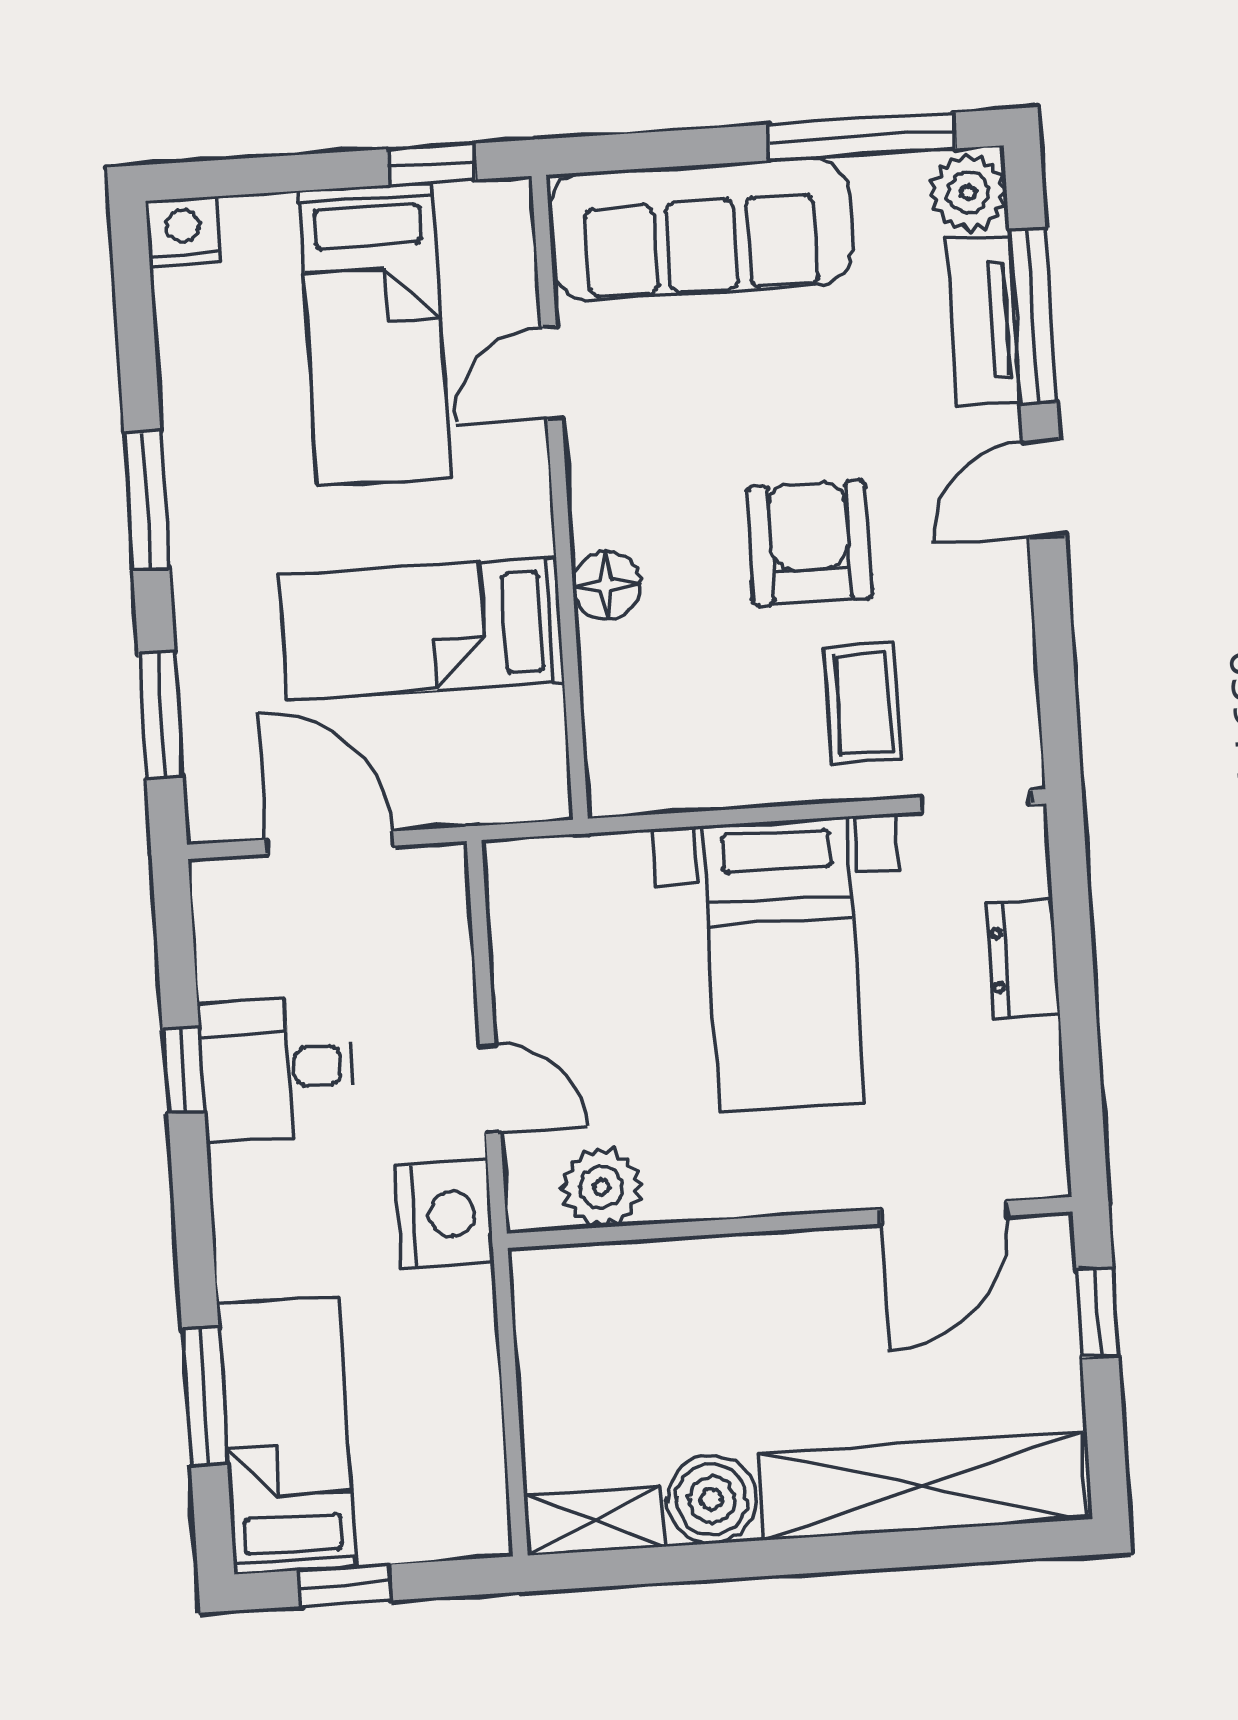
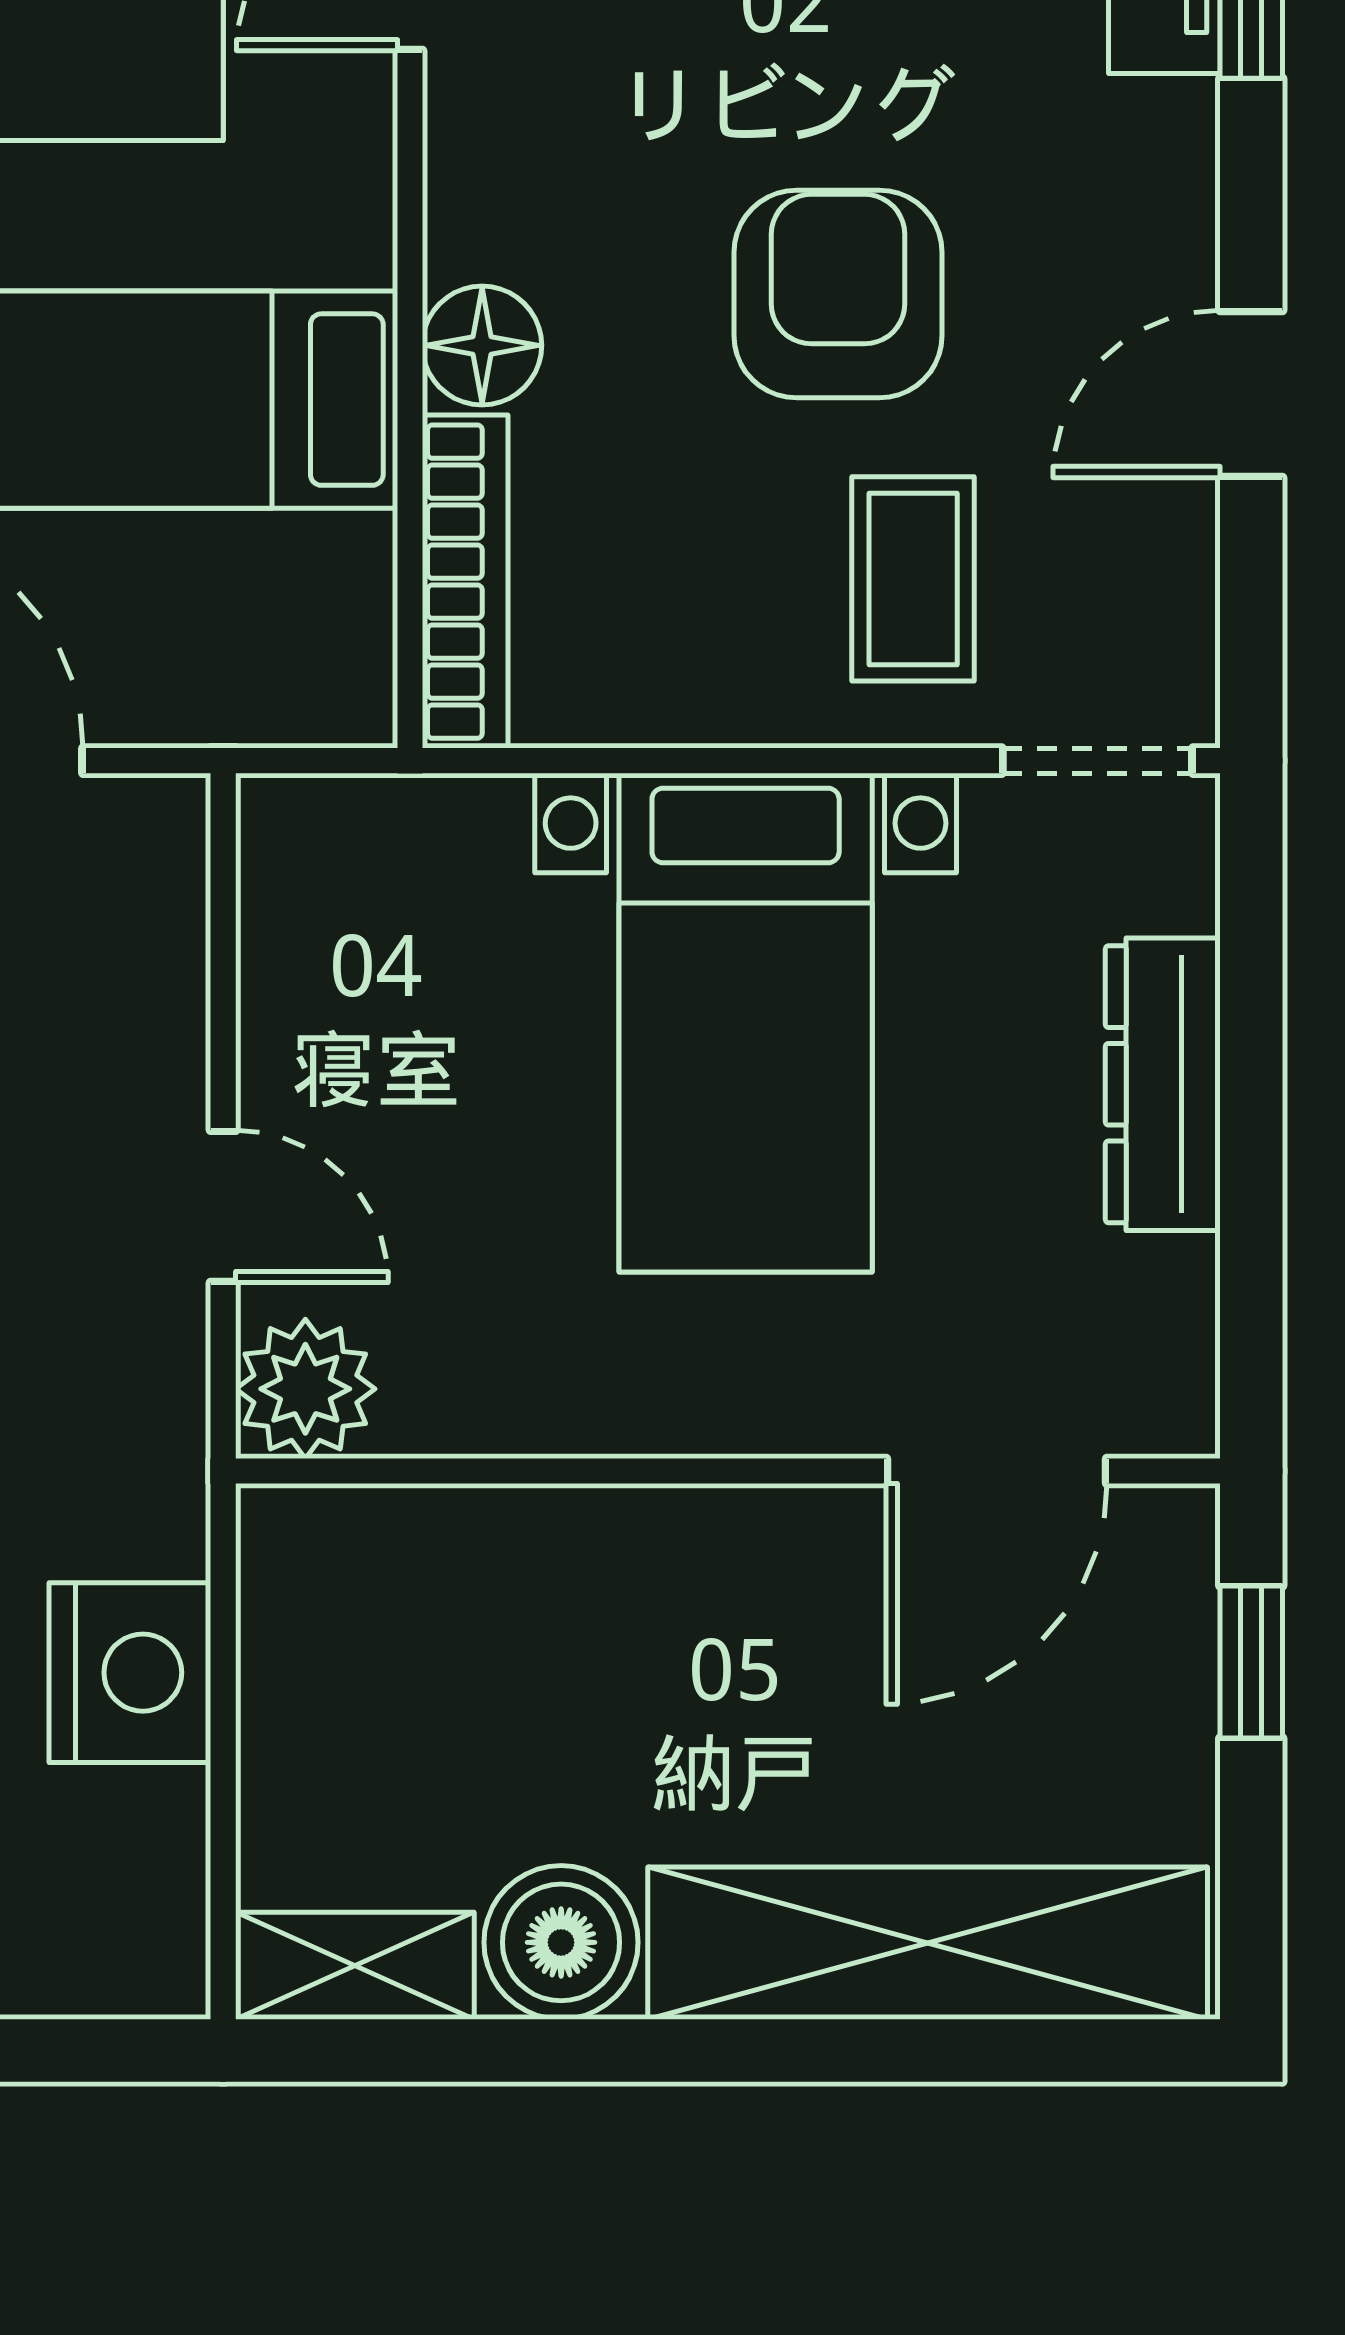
door: (1044, 489) -> (1251, 394), moved
bookcase: (606, 722) -> (465, 582), added
dresser: (1023, 959) -> (1163, 1084), width x1.44
plant: (601, 1187) -> (305, 1389), moved
nightstand: (444, 1214) -> (130, 1673), moved

